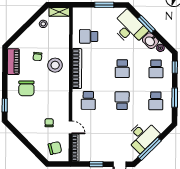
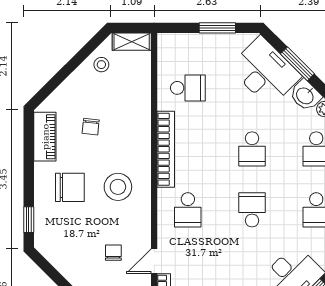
school desk: (89, 36) -> (188, 88), turned 180
stool: (55, 65) -> (118, 187), moved
chair: (26, 88) -> (70, 187), turned -90
door: (70, 127) -> (154, 261), swing flipped

